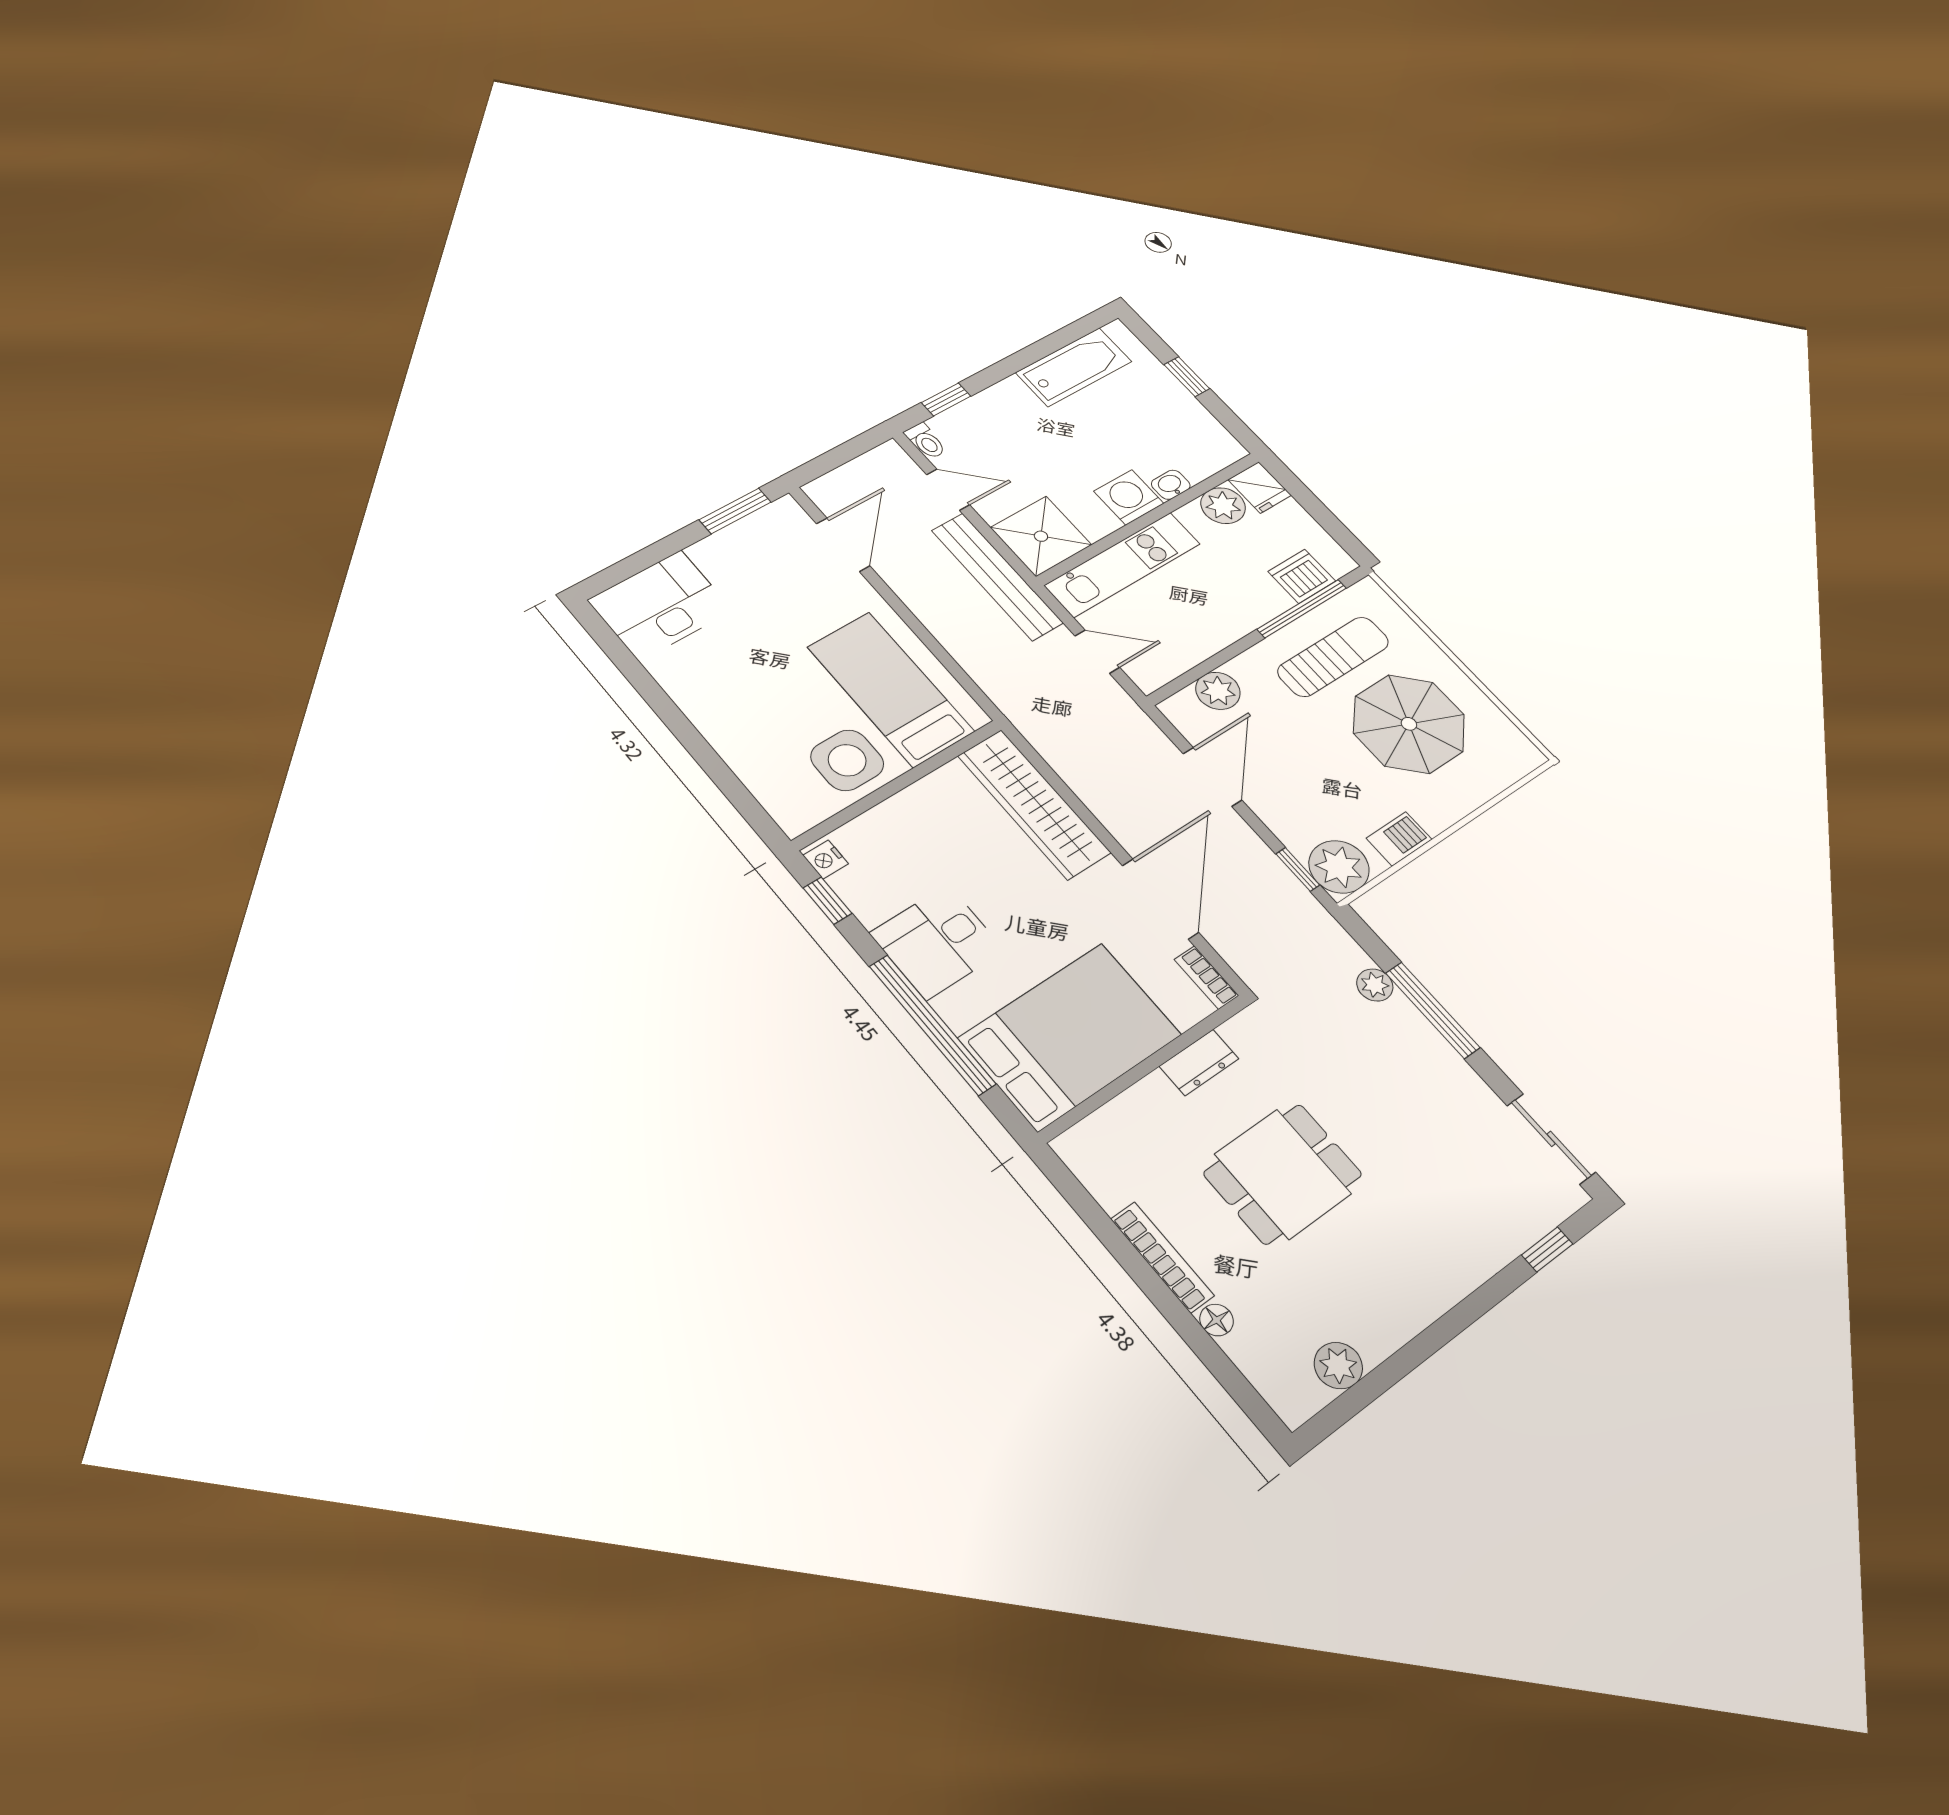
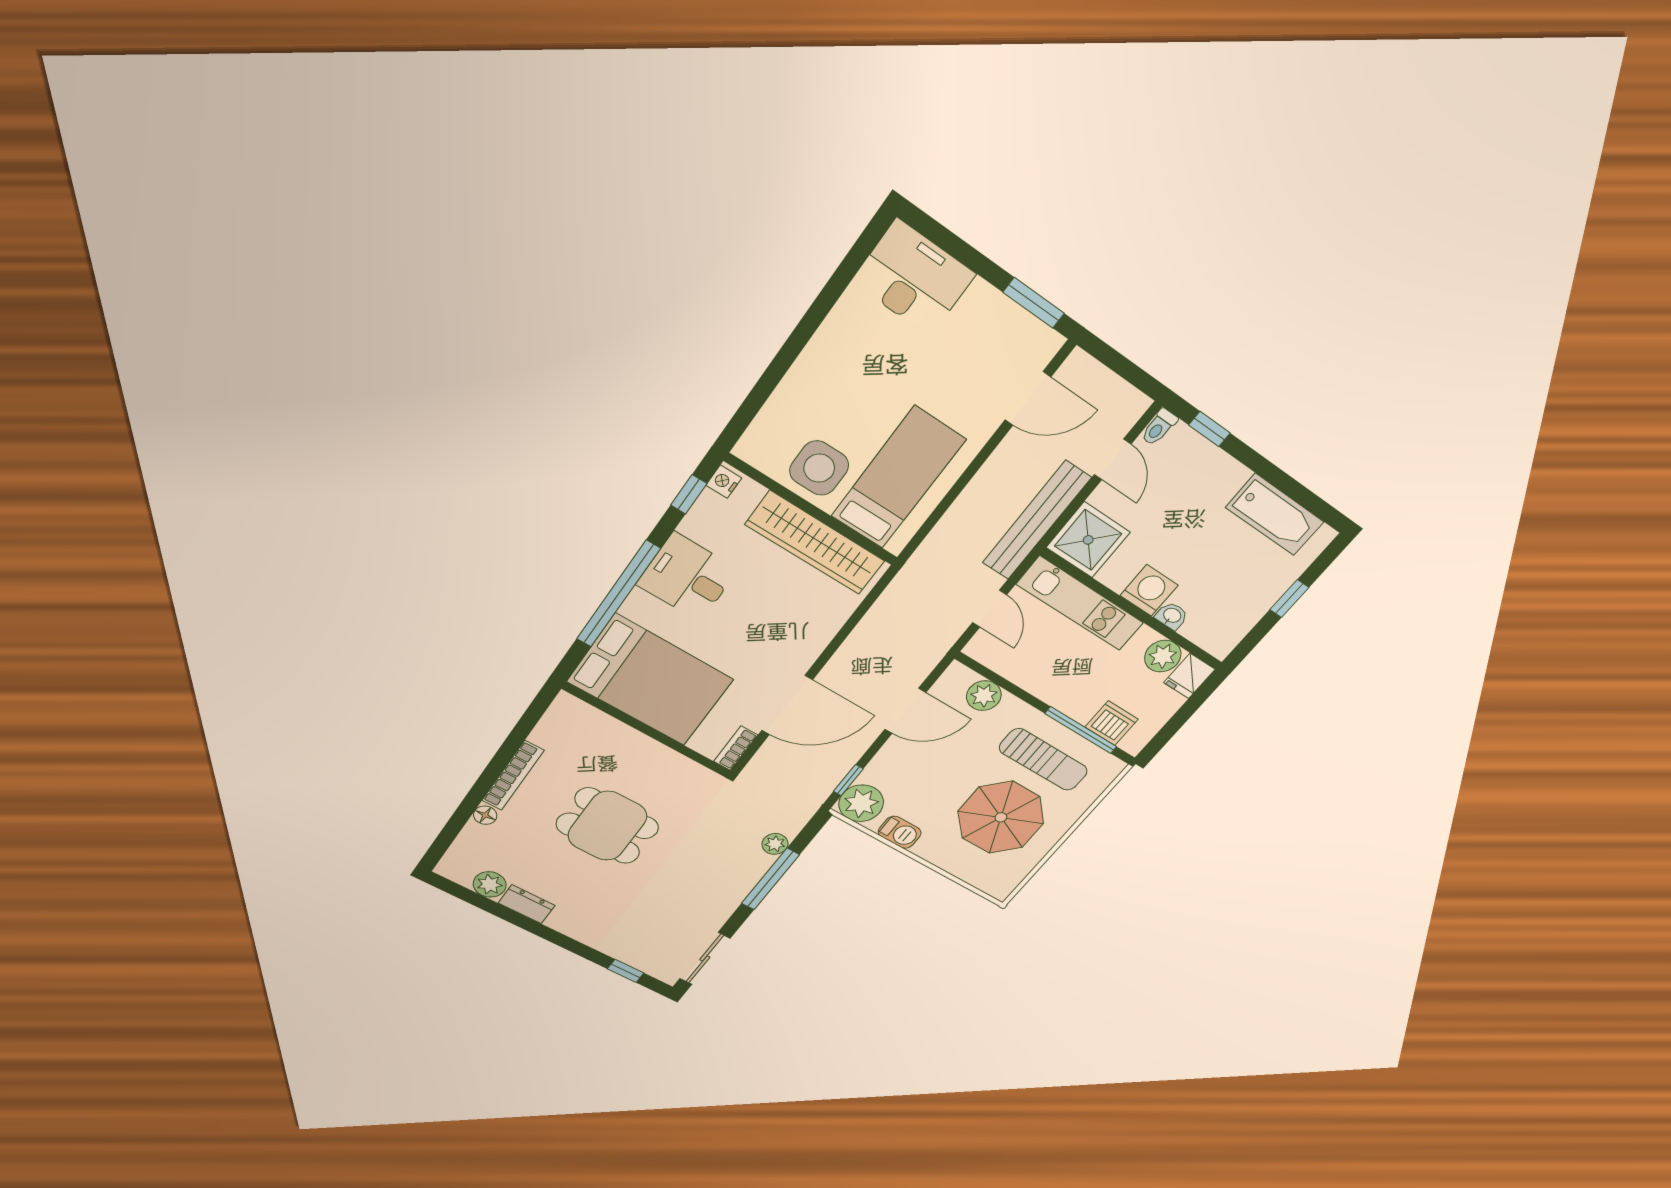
wardrobe: (1034, 804) -> (815, 543), moved, turned -90
dresser: (1199, 1062) -> (527, 904), moved, turned 180

